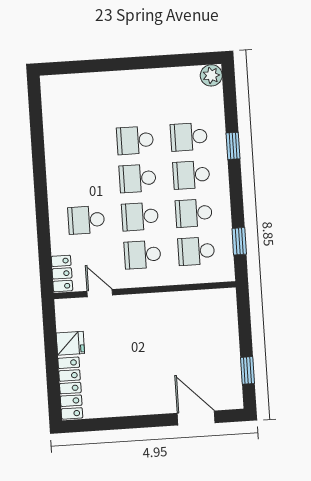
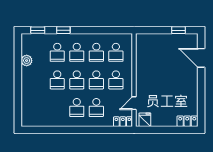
plant: (211, 75) -> (27, 61), moved
school desk: (84, 182) -> (77, 107), added
window: (239, 241) -> (38, 30), moved
fridge: (70, 343) -> (145, 120), moved
locker: (70, 388) -> (187, 121), width x0.66
door: (196, 418) -> (201, 58), hinge flipped

